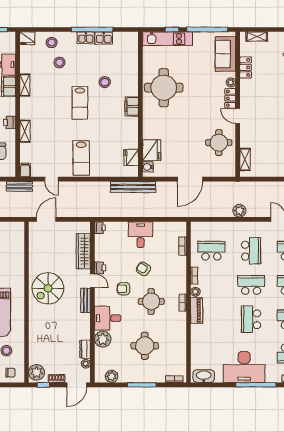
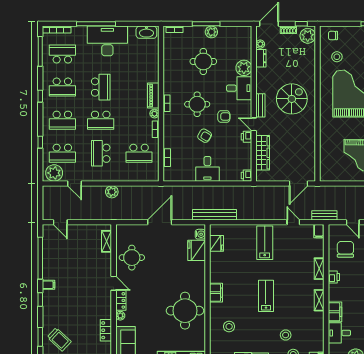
stool: (105, 82) -> (229, 326), moved
shelving: (25, 85) -> (319, 300), moved
spiral stairs: (48, 288) -> (292, 99), moved
plant: (112, 376) -> (211, 32), moved

